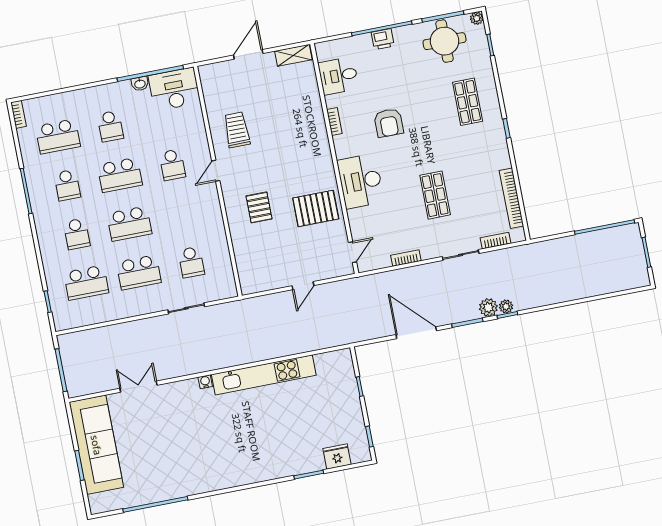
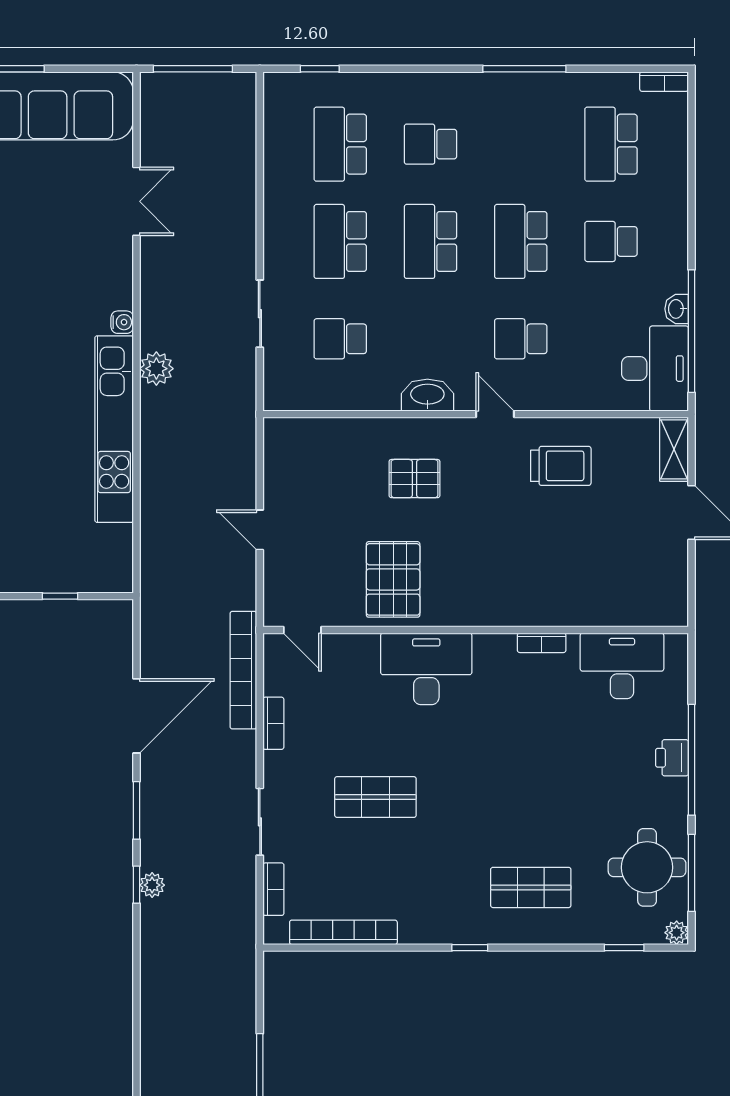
shelving: (293, 55) -> (674, 449), moved
desk: (338, 76) -> (622, 666), width x1.37
armchair: (389, 123) -> (521, 739), removed
school desk: (67, 185) -> (521, 144), removed
washbasin: (213, 209) -> (427, 395), added
bookcase: (380, 280) -> (243, 670), added
plant: (488, 308) -> (156, 369), moved

